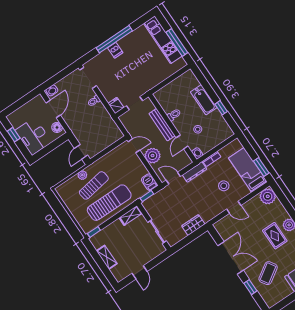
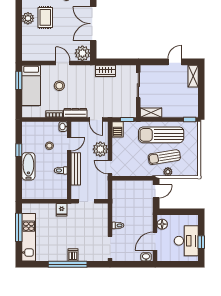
fridge: (116, 105) -> (62, 210), moved
desk: (33, 136) -> (186, 241), moved
plant: (268, 196) -> (82, 53), moved
shelving: (107, 257) -> (193, 76), moved

